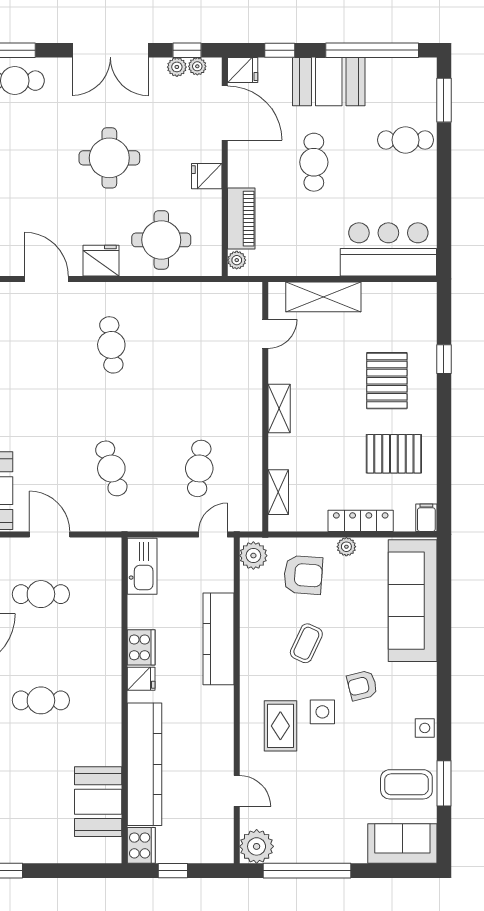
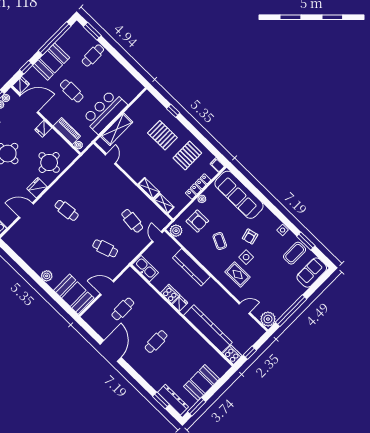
bar counter: (388, 249) -> (105, 112), moved
shelving: (279, 409) -> (149, 188), moved
armchair: (303, 575) -> (197, 221), turned 86
booth: (98, 802) -> (202, 383), moved, turned 90

